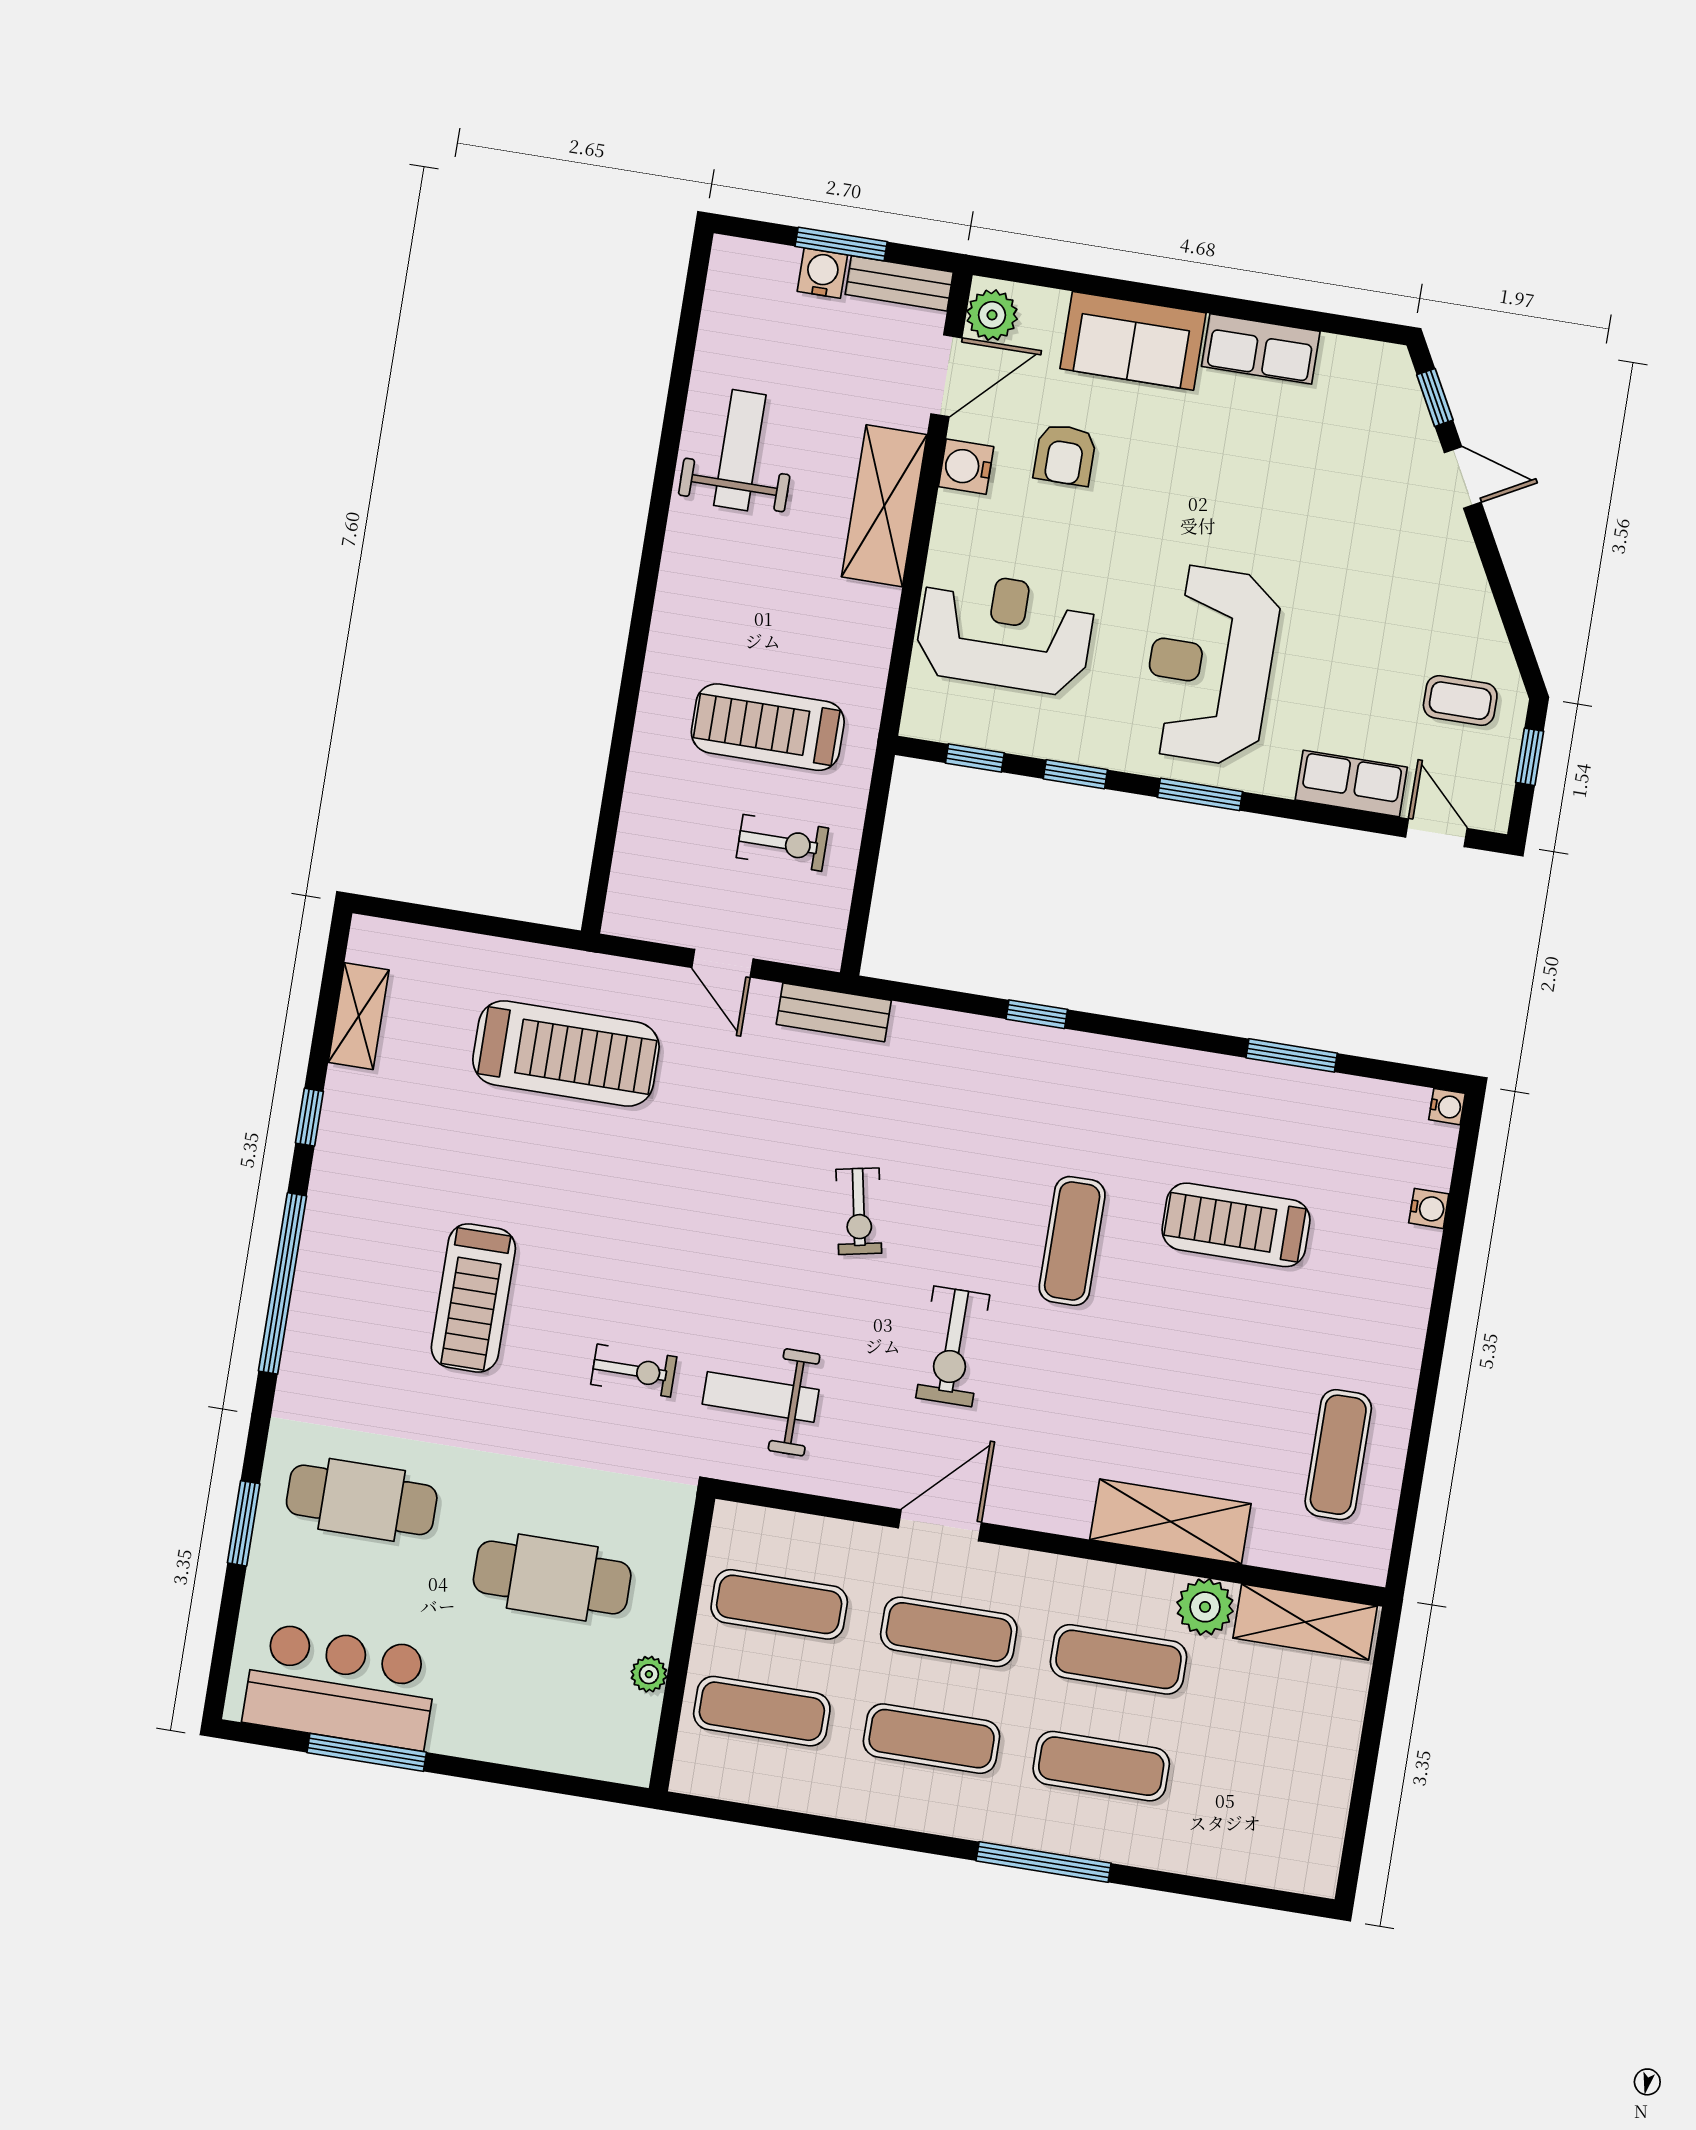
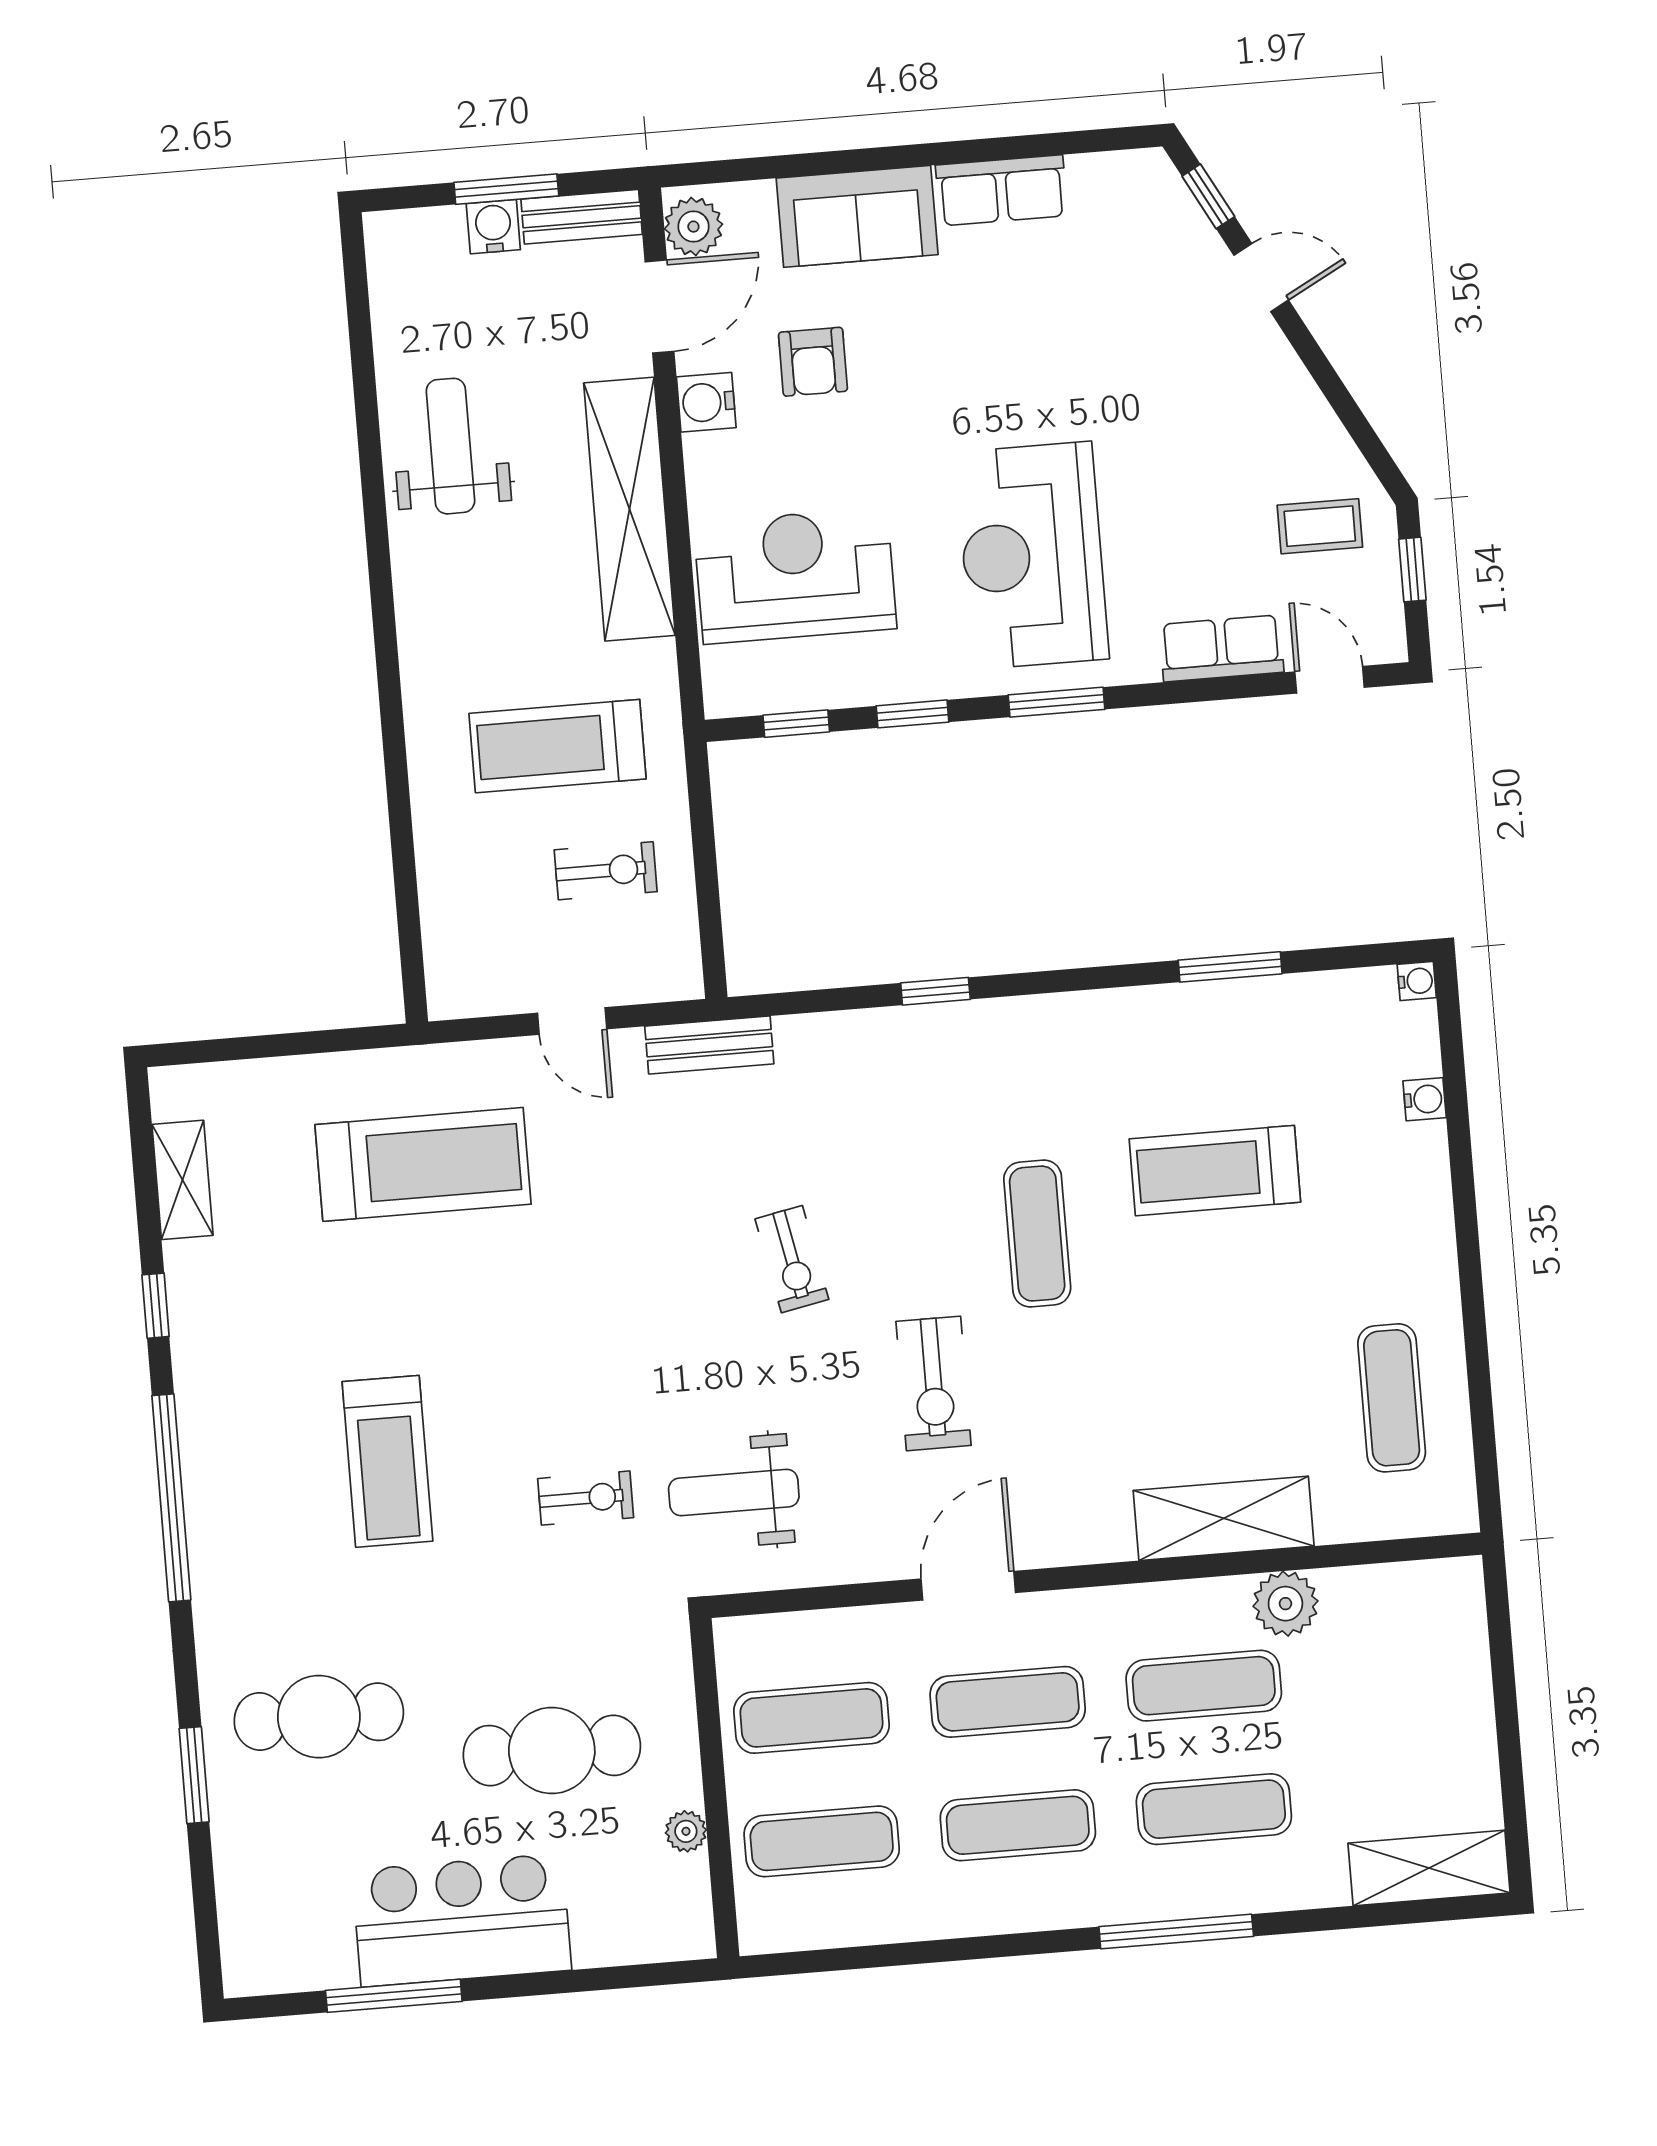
shelving: (884, 506) -> (630, 509), width x1.47
shelving: (1305, 1622) -> (1429, 1868), moved
bar counter: (341, 1686) -> (462, 1920), moved

